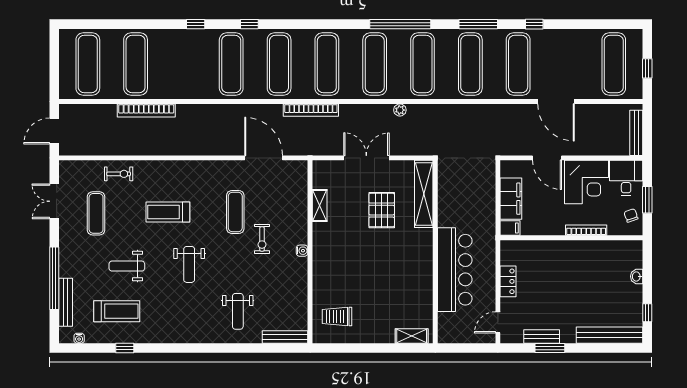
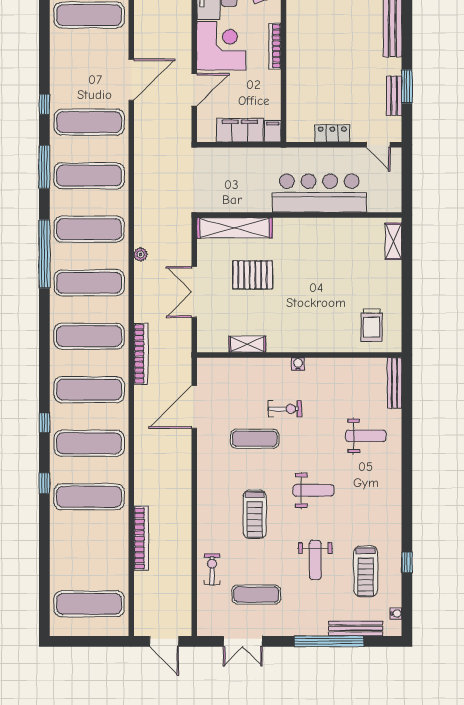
exercise mat: (136, 64) -> (89, 497), moved
treadmill: (117, 311) -> (366, 571), turned 180

